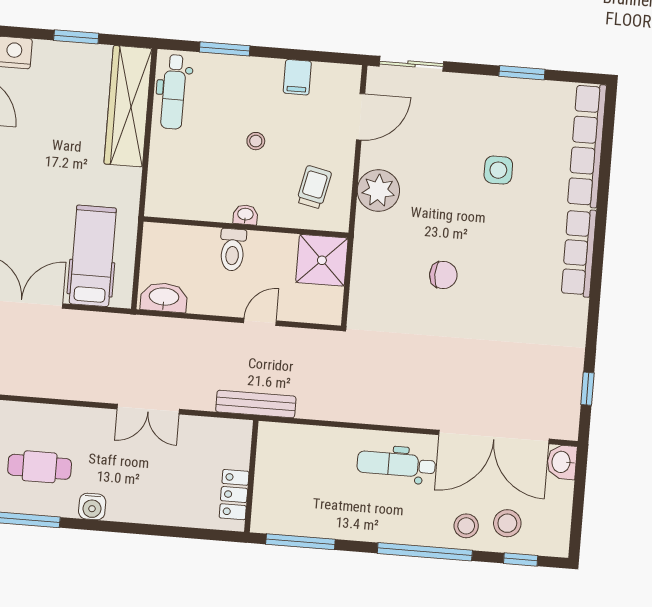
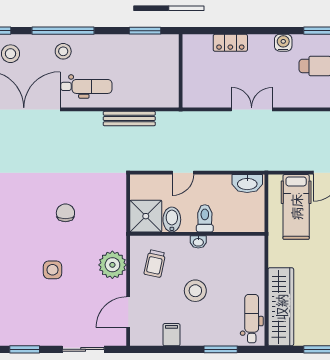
sliding door: (411, 64) -> (83, 349), moved
stool: (256, 141) -> (195, 291), width x1.89, depth x1.89
side table: (498, 170) -> (53, 270), moved
bidet: (283, 252) -> (172, 220), added
chair: (443, 275) -> (65, 213), turned 90
bench: (256, 404) -> (129, 119), moved
locker: (234, 495) -> (230, 43), moved, turned 90
stool: (466, 526) -> (63, 51), moved
window: (300, 542) -> (145, 31), width x0.69

